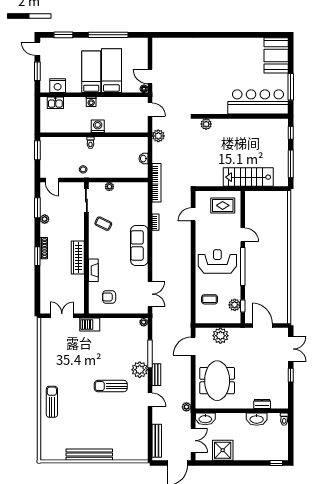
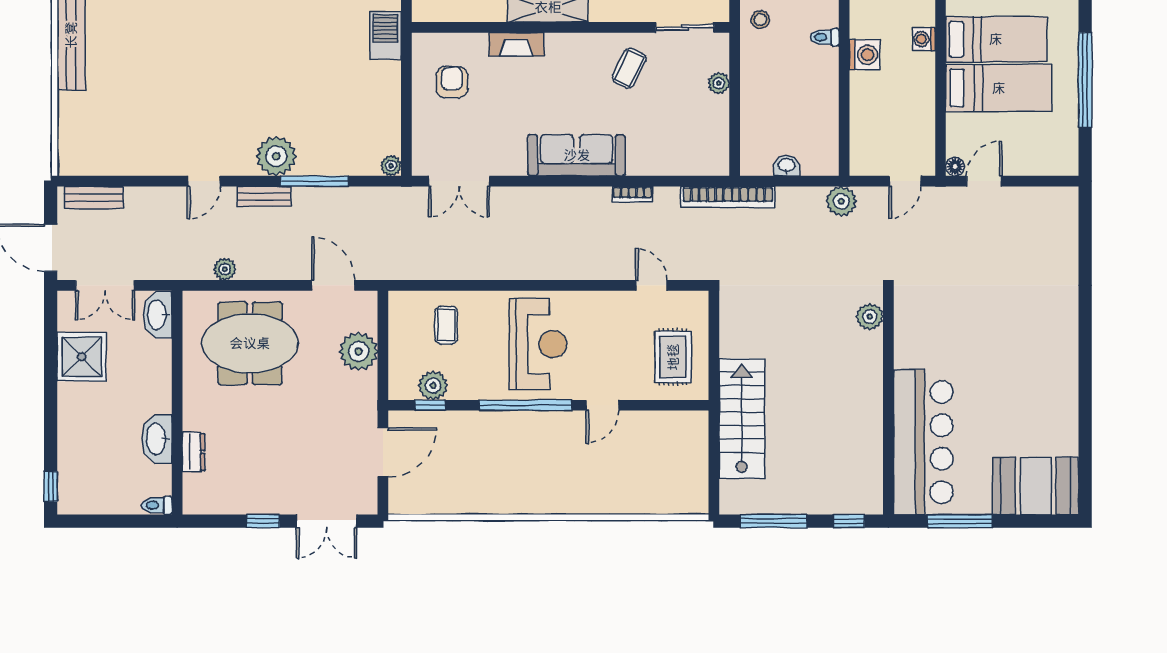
sun lounger: (111, 386) -> (237, 86), removed
plant: (186, 407) -> (225, 269), moved
bench: (157, 441) -> (94, 198), width x0.73

